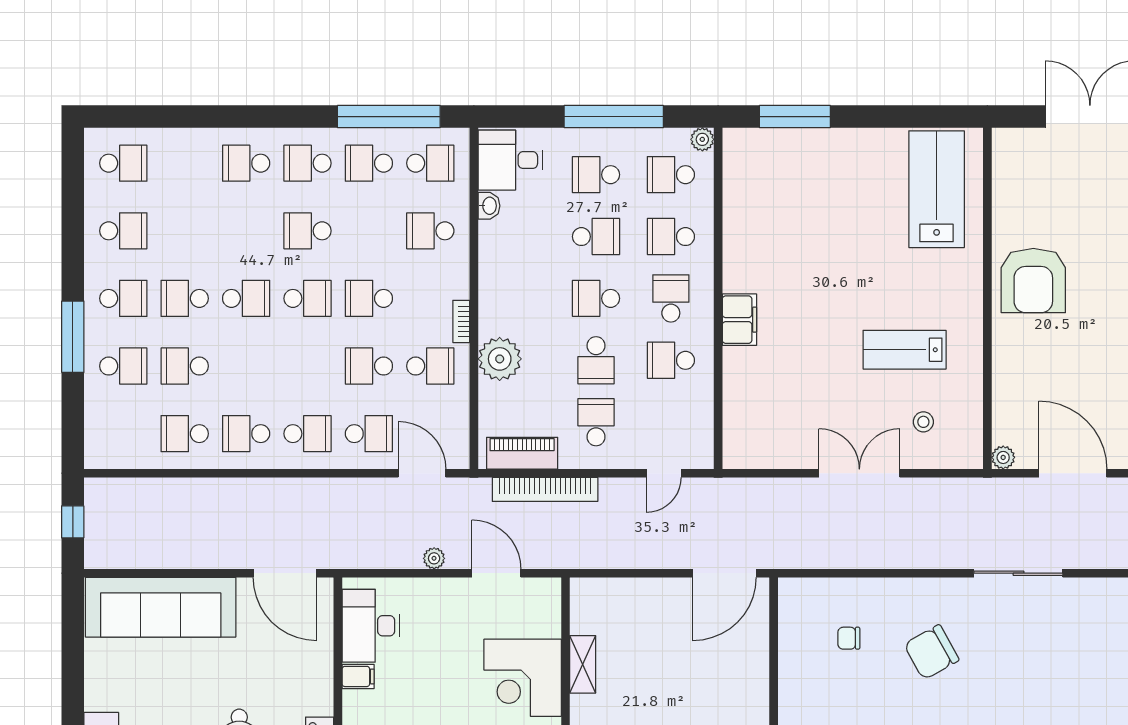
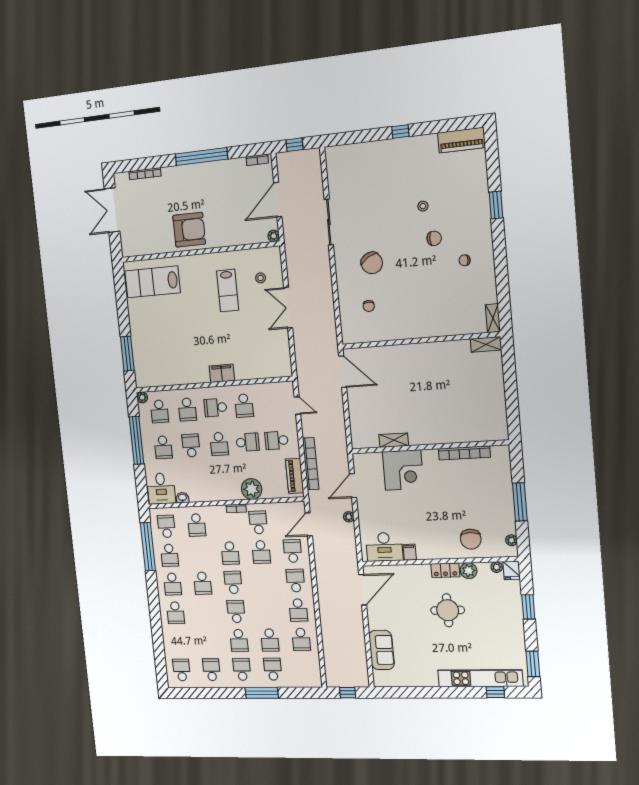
sofa: (161, 607) -> (381, 650), width x0.54, depth x0.79

